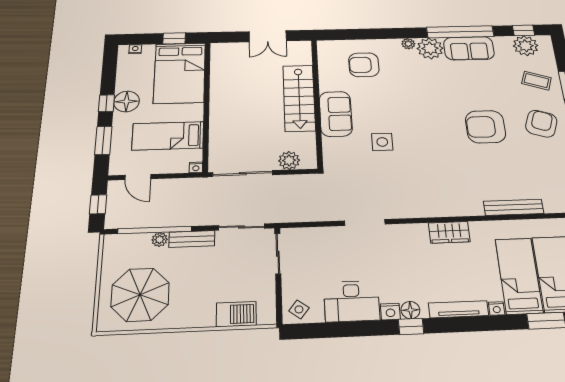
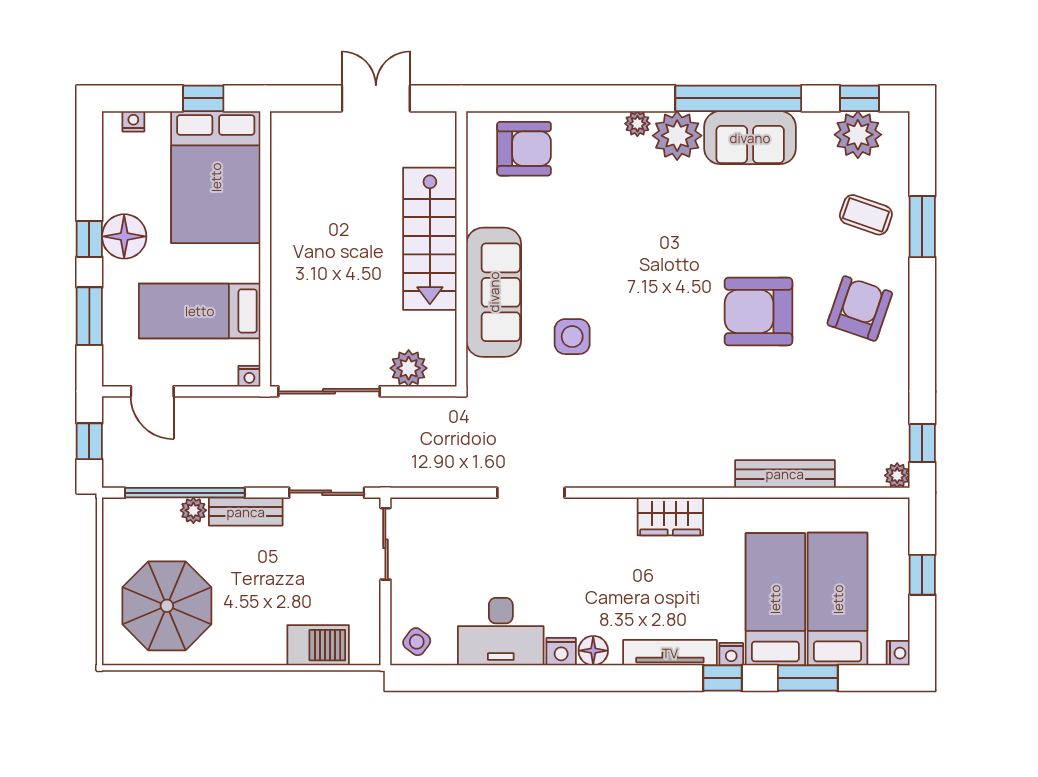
double door: (268, 36) -> (376, 98), swing flipped
armchair: (364, 65) -> (524, 149), moved, turned 180
sofa: (336, 114) -> (494, 292), width x1.36
window: (411, 326) -> (723, 678), moved

